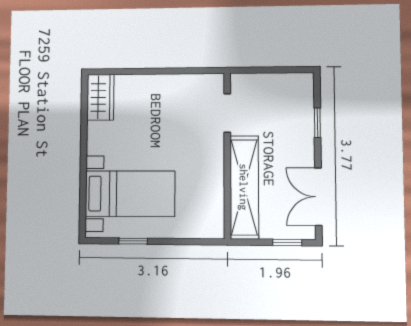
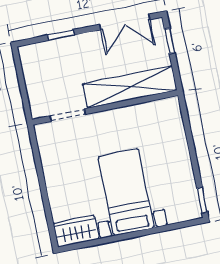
bed with nightstands: (130, 194) -> (126, 192), moved
window: (133, 241) -> (202, 200), moved

